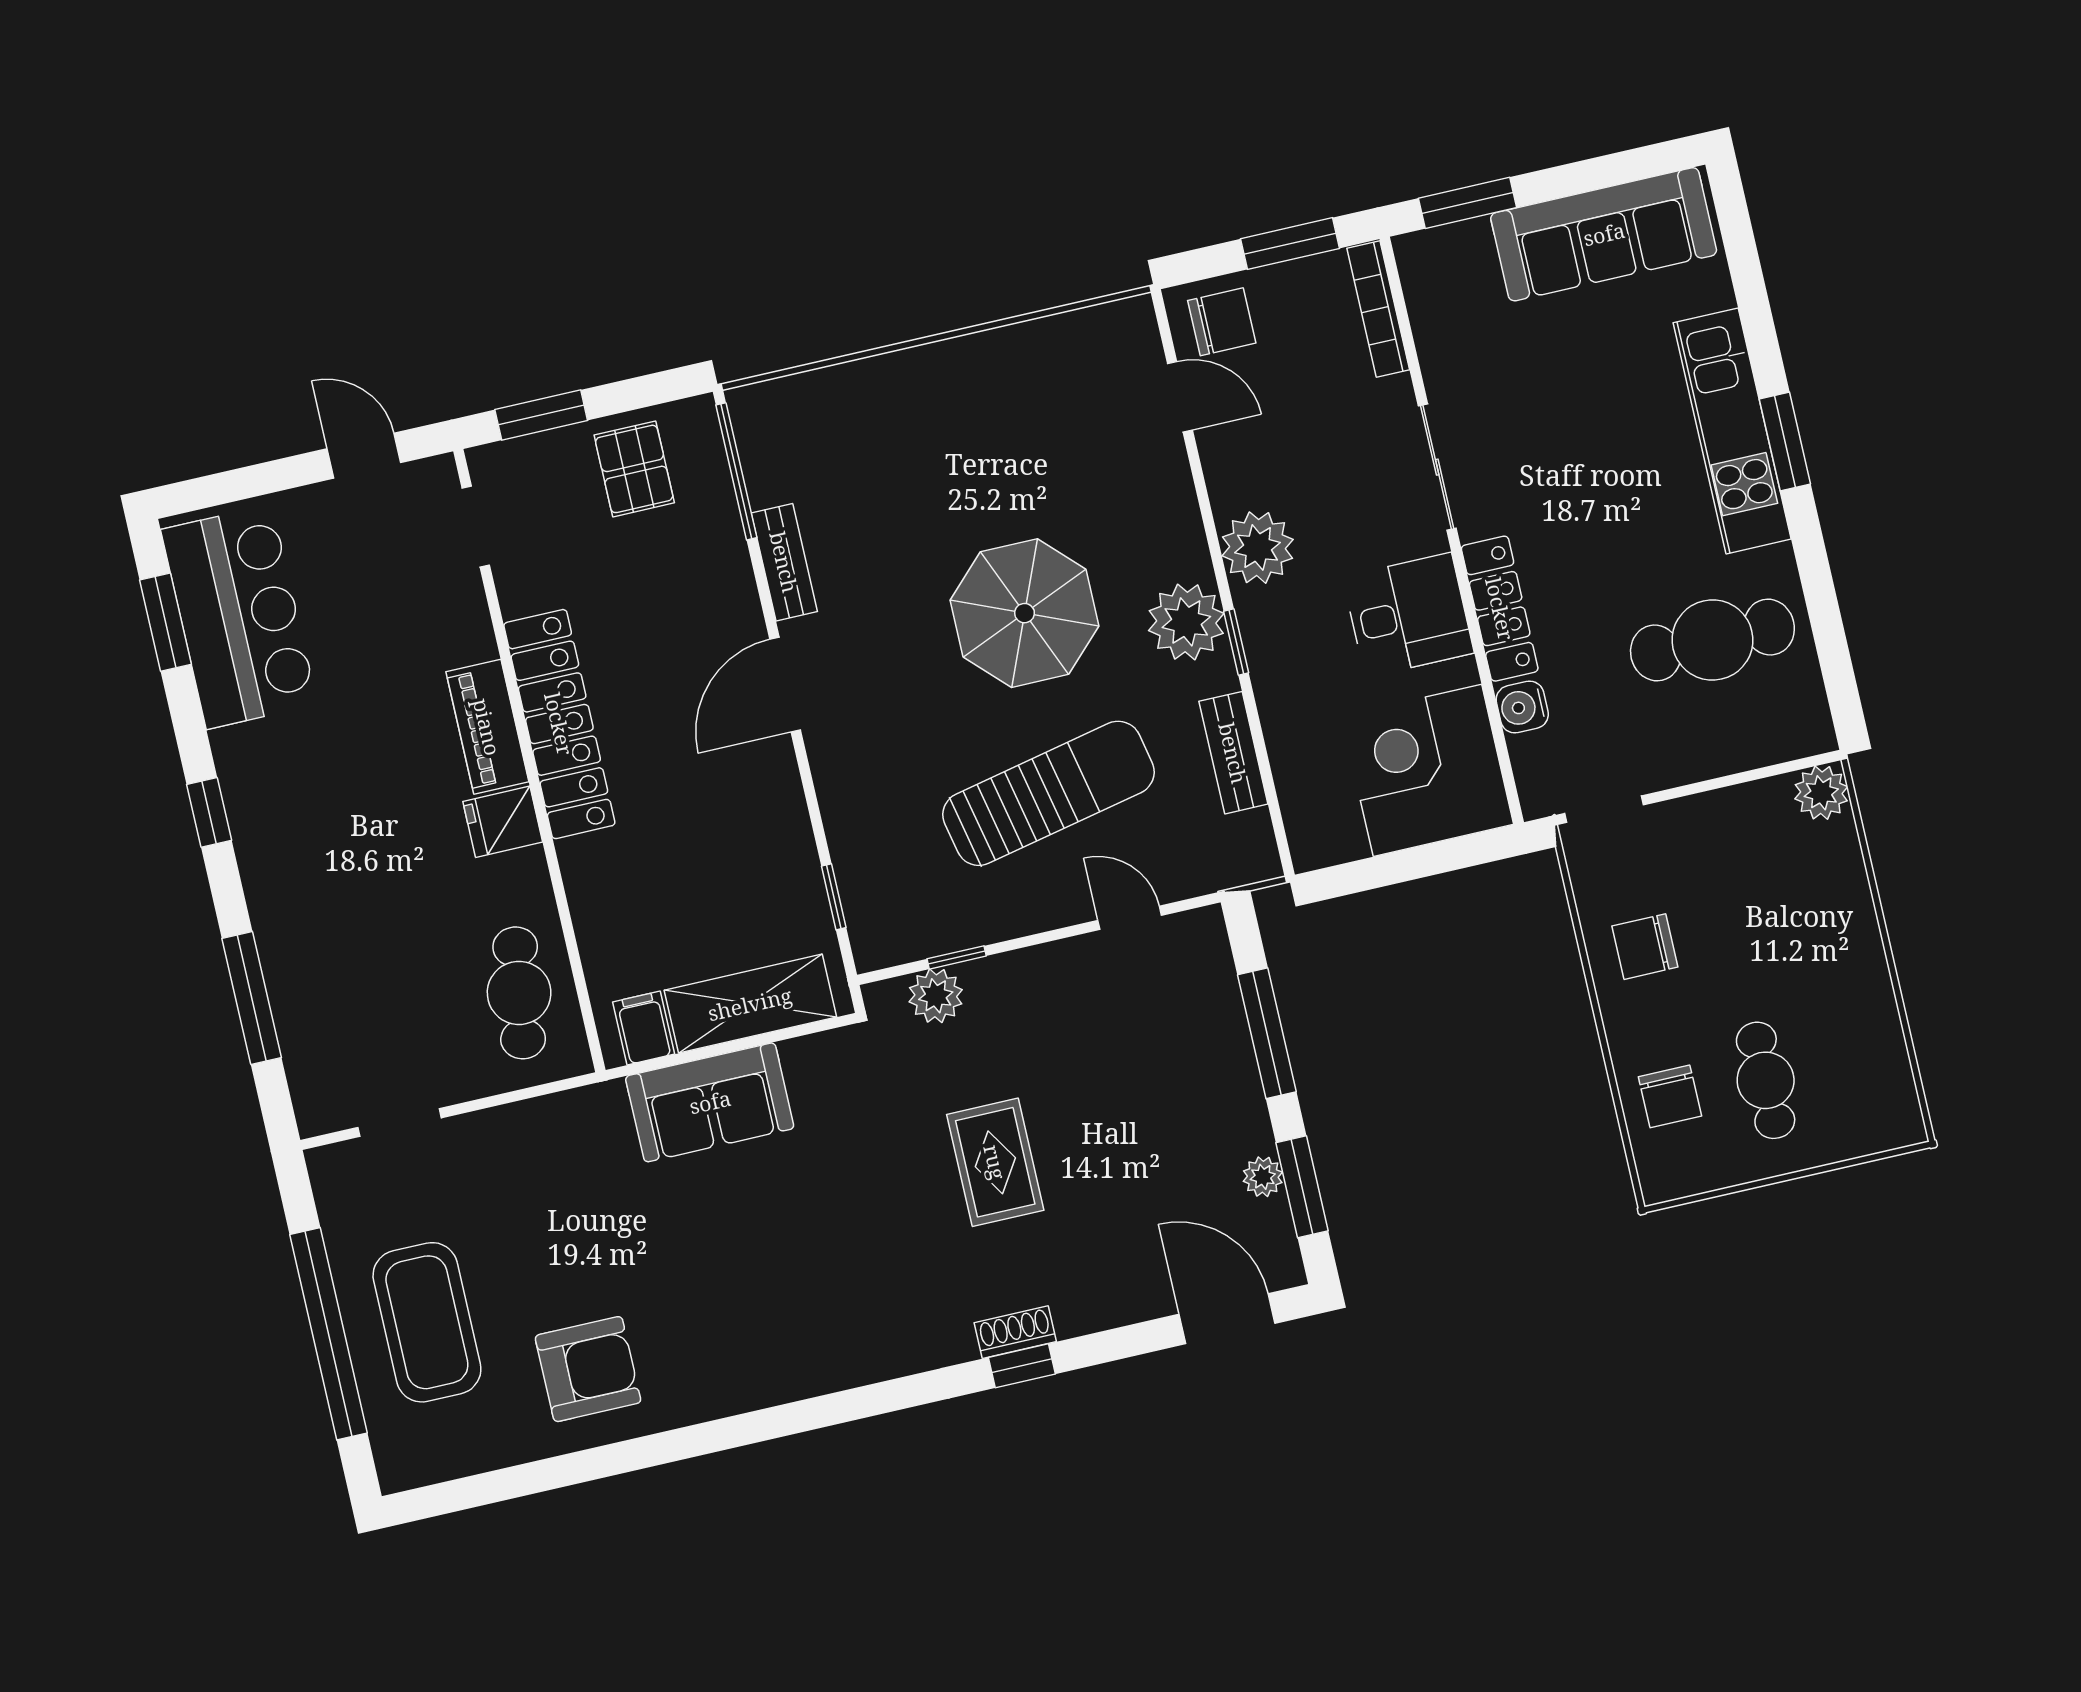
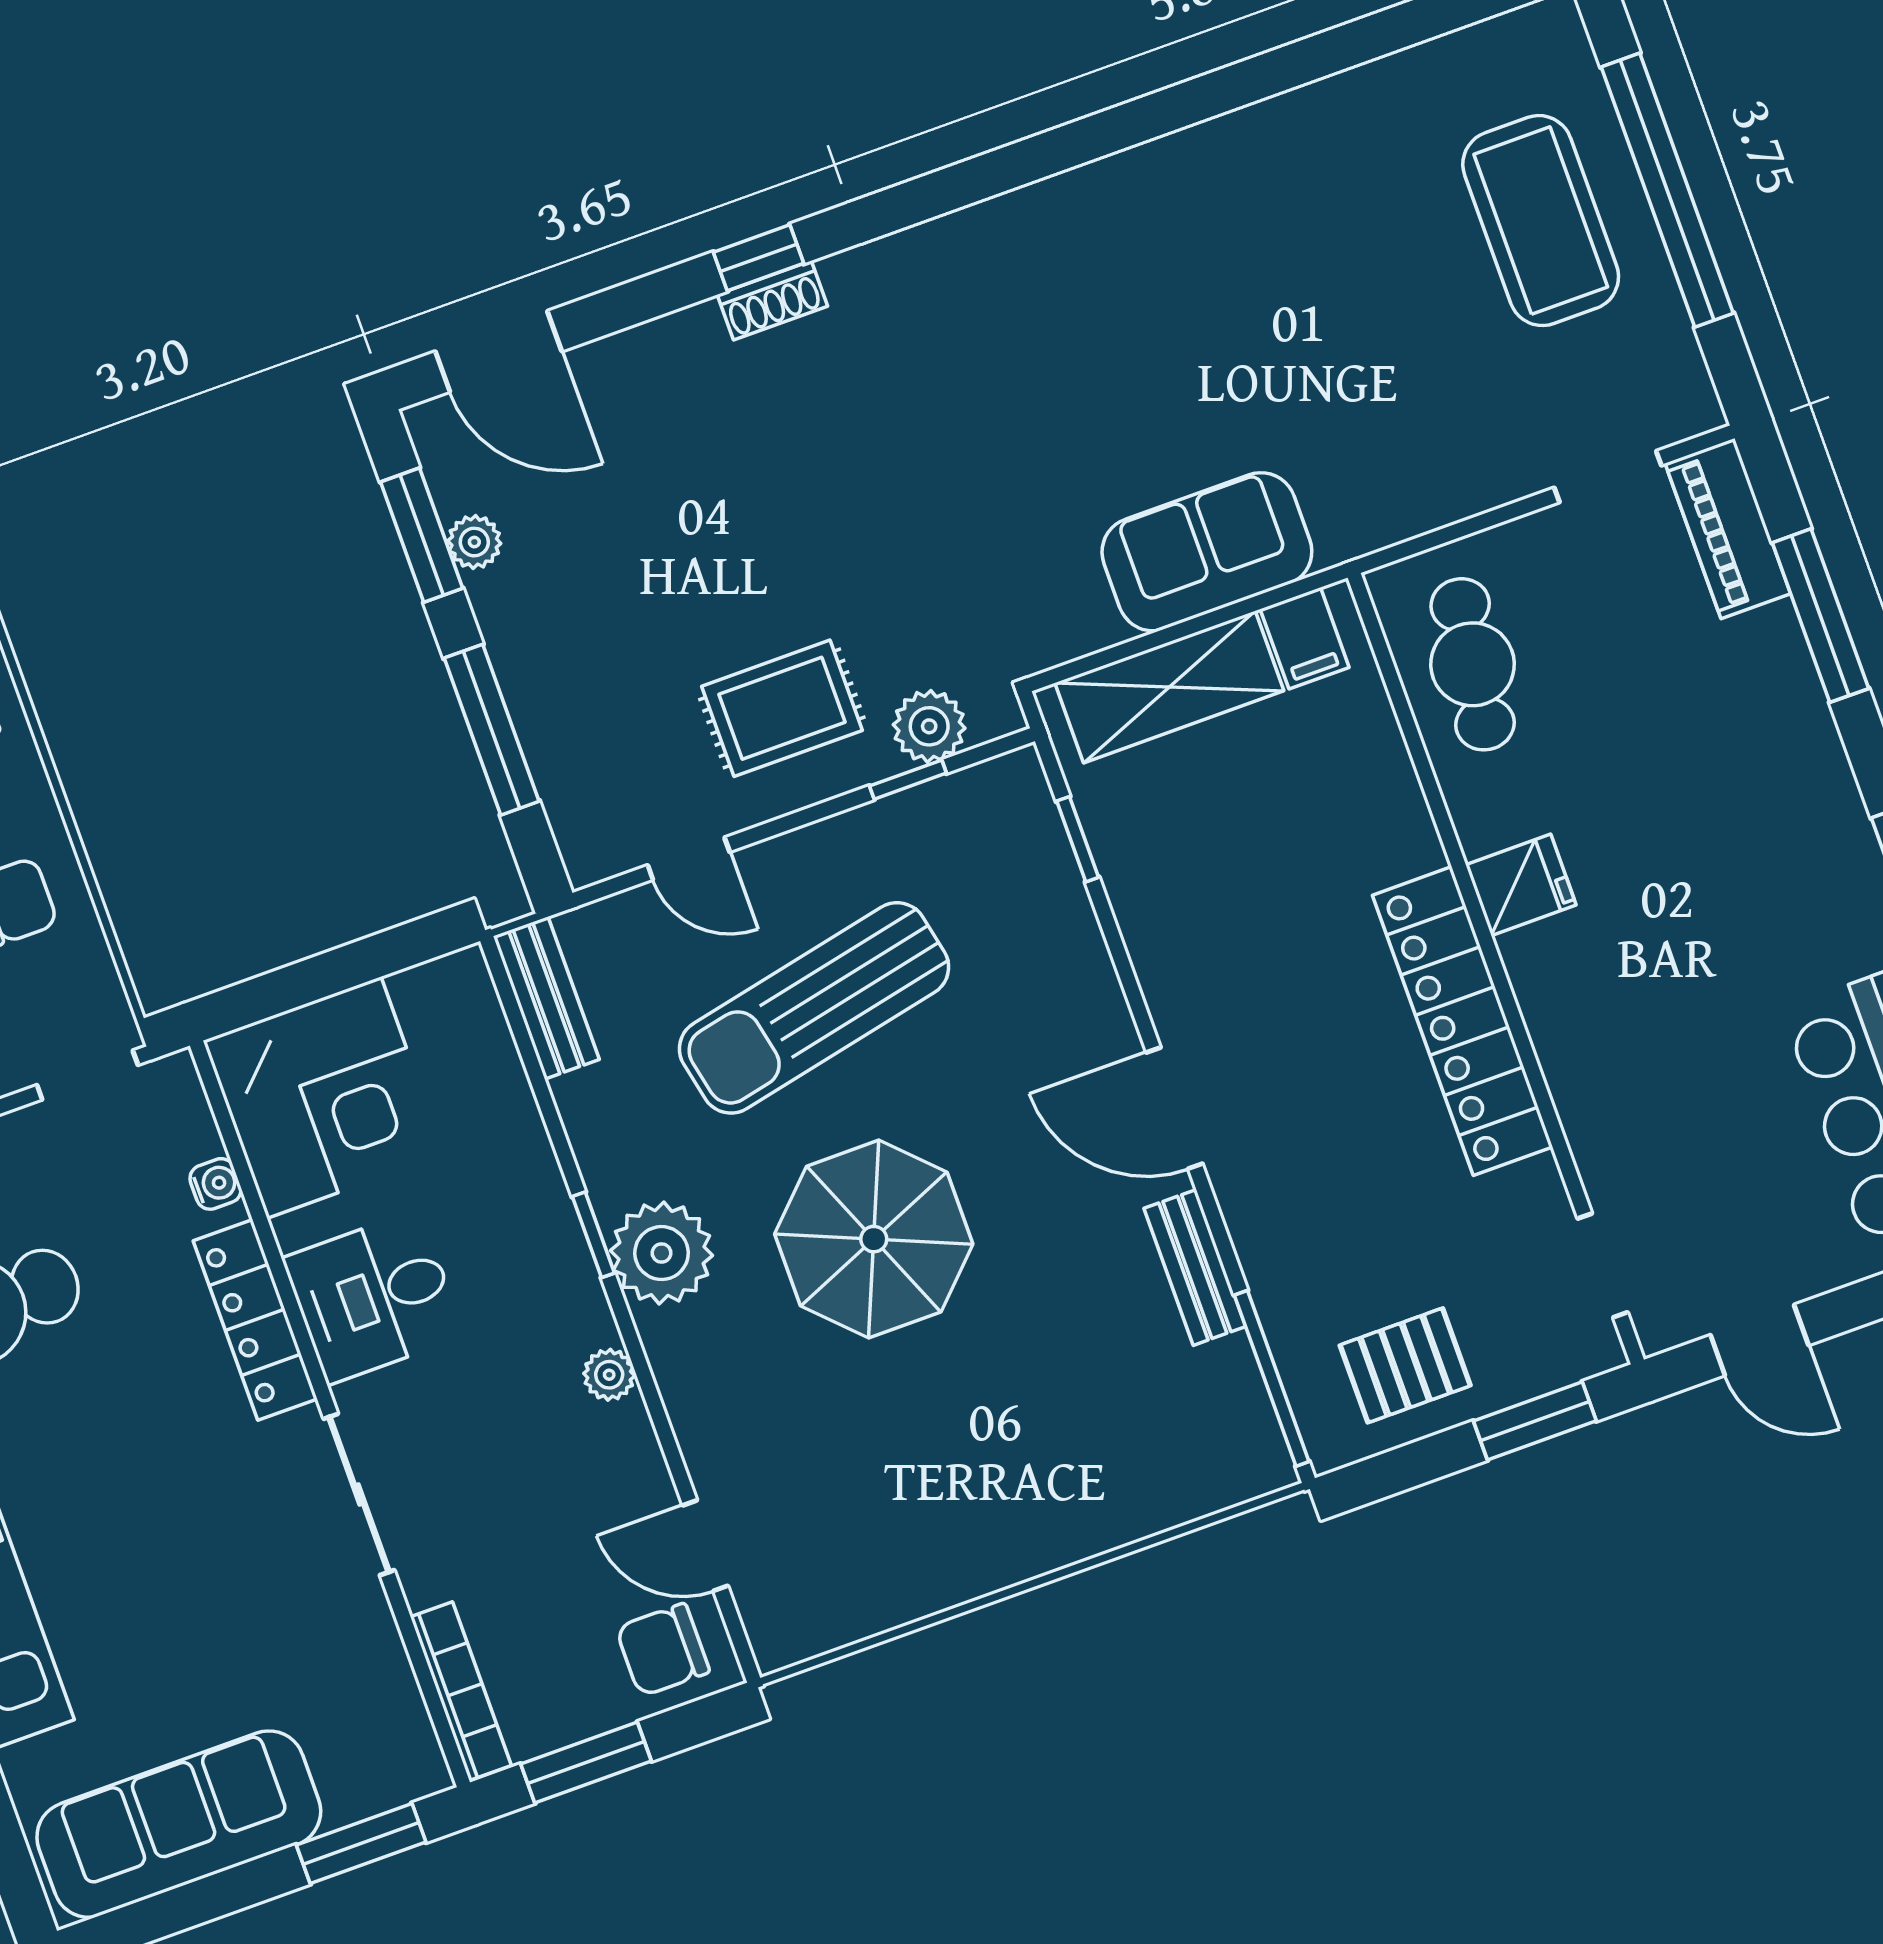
pallet: (634, 469) -> (1405, 1365), turned 90
plant: (1258, 548) -> (609, 1375), width x0.53, depth x0.53
door: (785, 685) -> (1174, 1108), swing flipped
water cooler: (1522, 707) -> (216, 1184), width x0.72, depth x0.72
piano: (487, 727) -> (1728, 529), moved, turned 180
bench: (1233, 753) -> (546, 998), moved
rug: (995, 1162) -> (782, 708), moved, turned 90
armchair: (588, 1369) -> (1323, 185), removed

